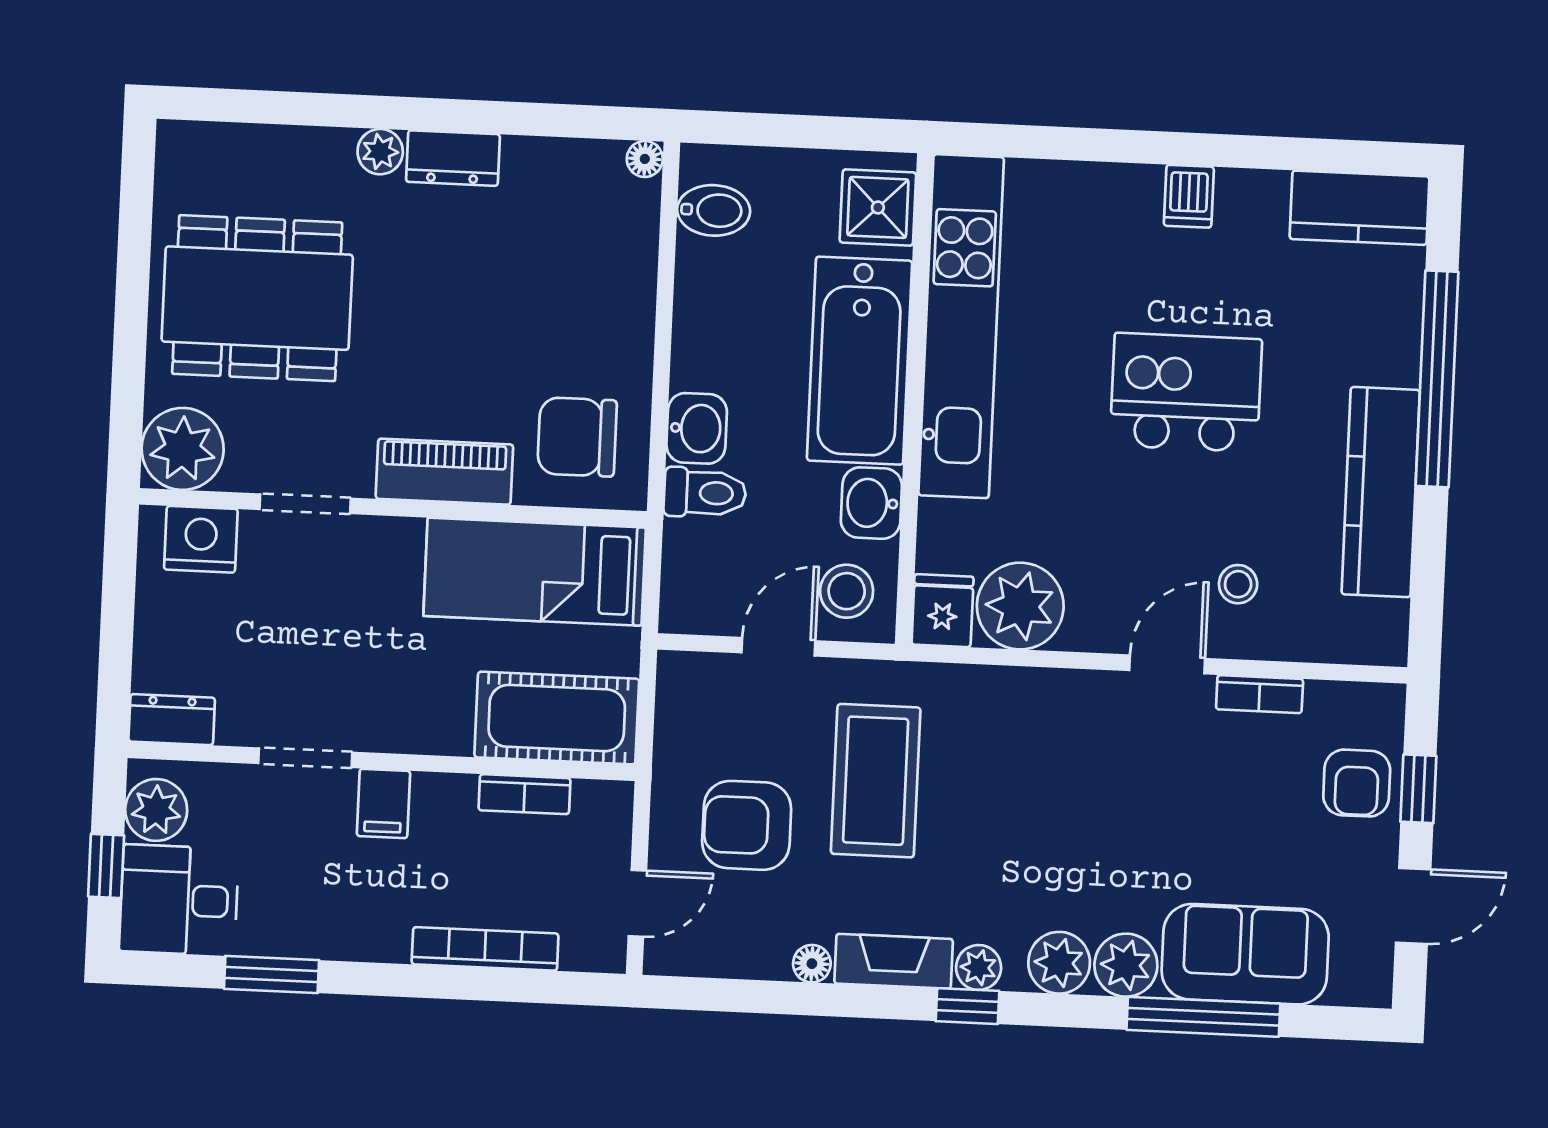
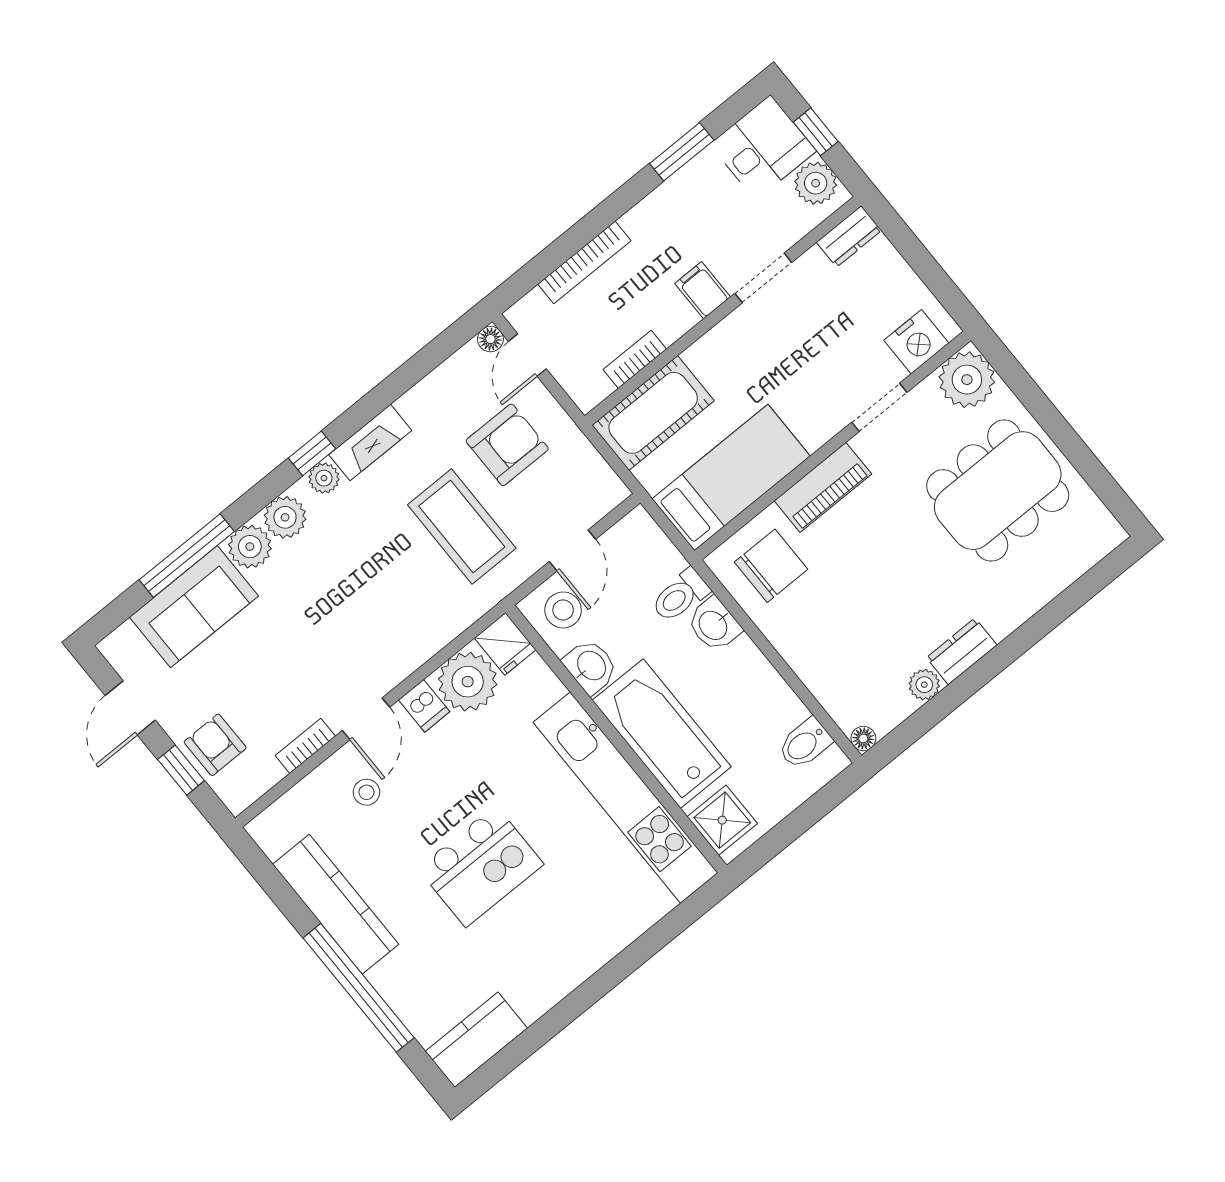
plant: (380, 152) -> (924, 685), moved
dishwasher: (1189, 196) -> (424, 706), moved, turned 180
floor lamp: (812, 964) -> (490, 339), moved

